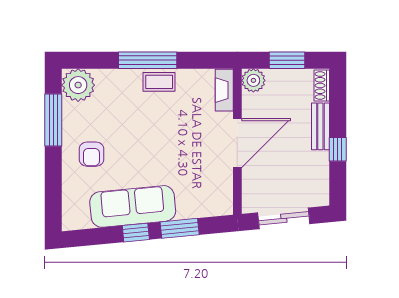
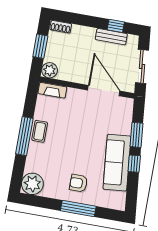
window: (53, 120) -> (78, 209), moved
bench: (320, 126) -> (111, 37), moved
door: (237, 143) -> (104, 91), moved
window: (338, 149) -> (116, 26), moved
armchair: (91, 154) -> (78, 183), turned 180

